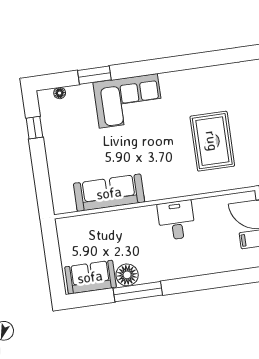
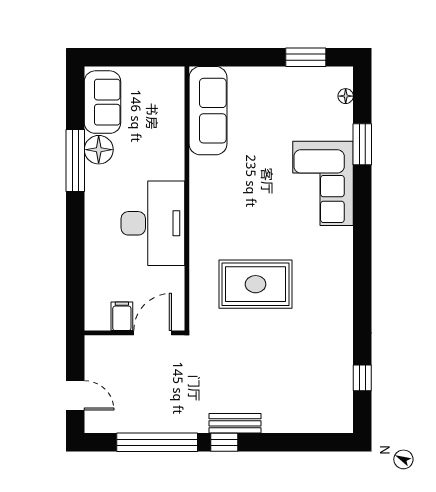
window: (34, 128) -> (306, 57), width x1.50
sofa: (109, 193) -> (208, 111), moved
desk: (176, 220) -> (153, 223), width x1.87, depth x1.30

